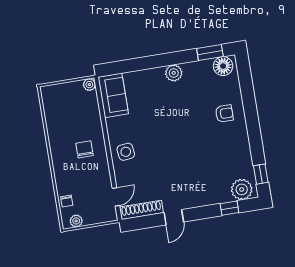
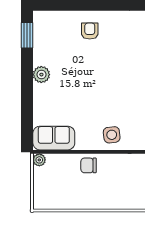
floor lamp: (223, 66) -> (43, 25), removed
chair: (85, 149) -> (89, 165), moved

